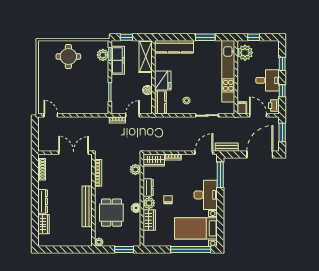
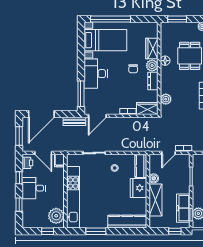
shelving: (146, 57) -> (156, 200), moved

